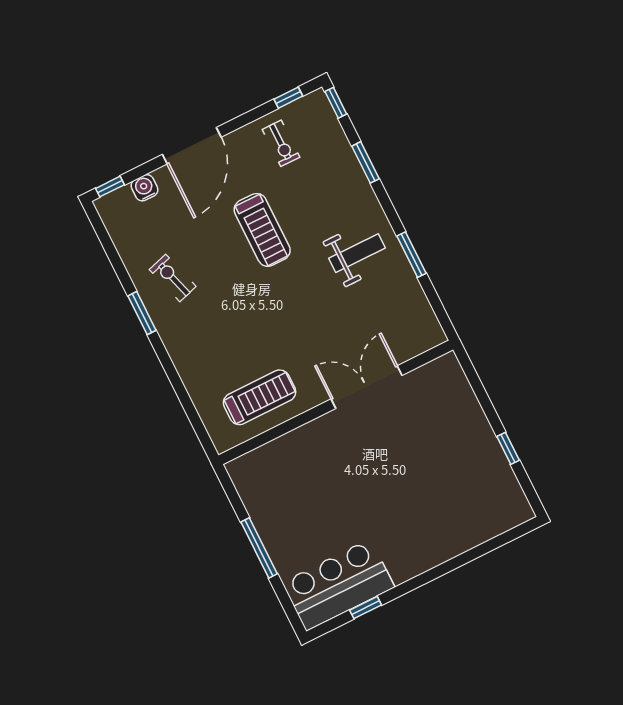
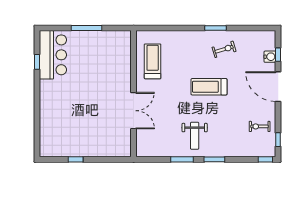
window: (366, 162) -> (214, 159), moved
window: (110, 187) -> (278, 55), moved
treadmill: (262, 230) -> (209, 87), moved
treadmill: (260, 397) -> (153, 61), turned 180

